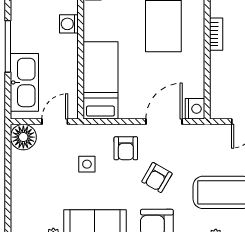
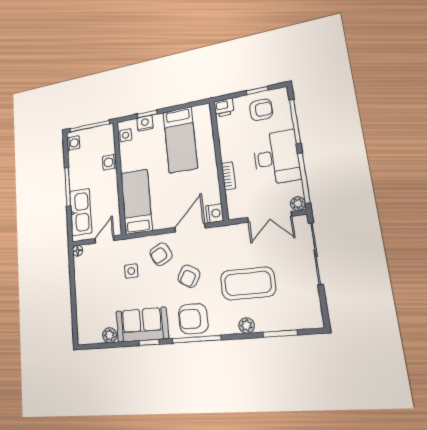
bookcase: (216, 34) -> (228, 176), moved
floor lamp: (23, 137) -> (78, 251), width x0.53, depth x0.53
armchair: (126, 148) -> (161, 254), turned 63

